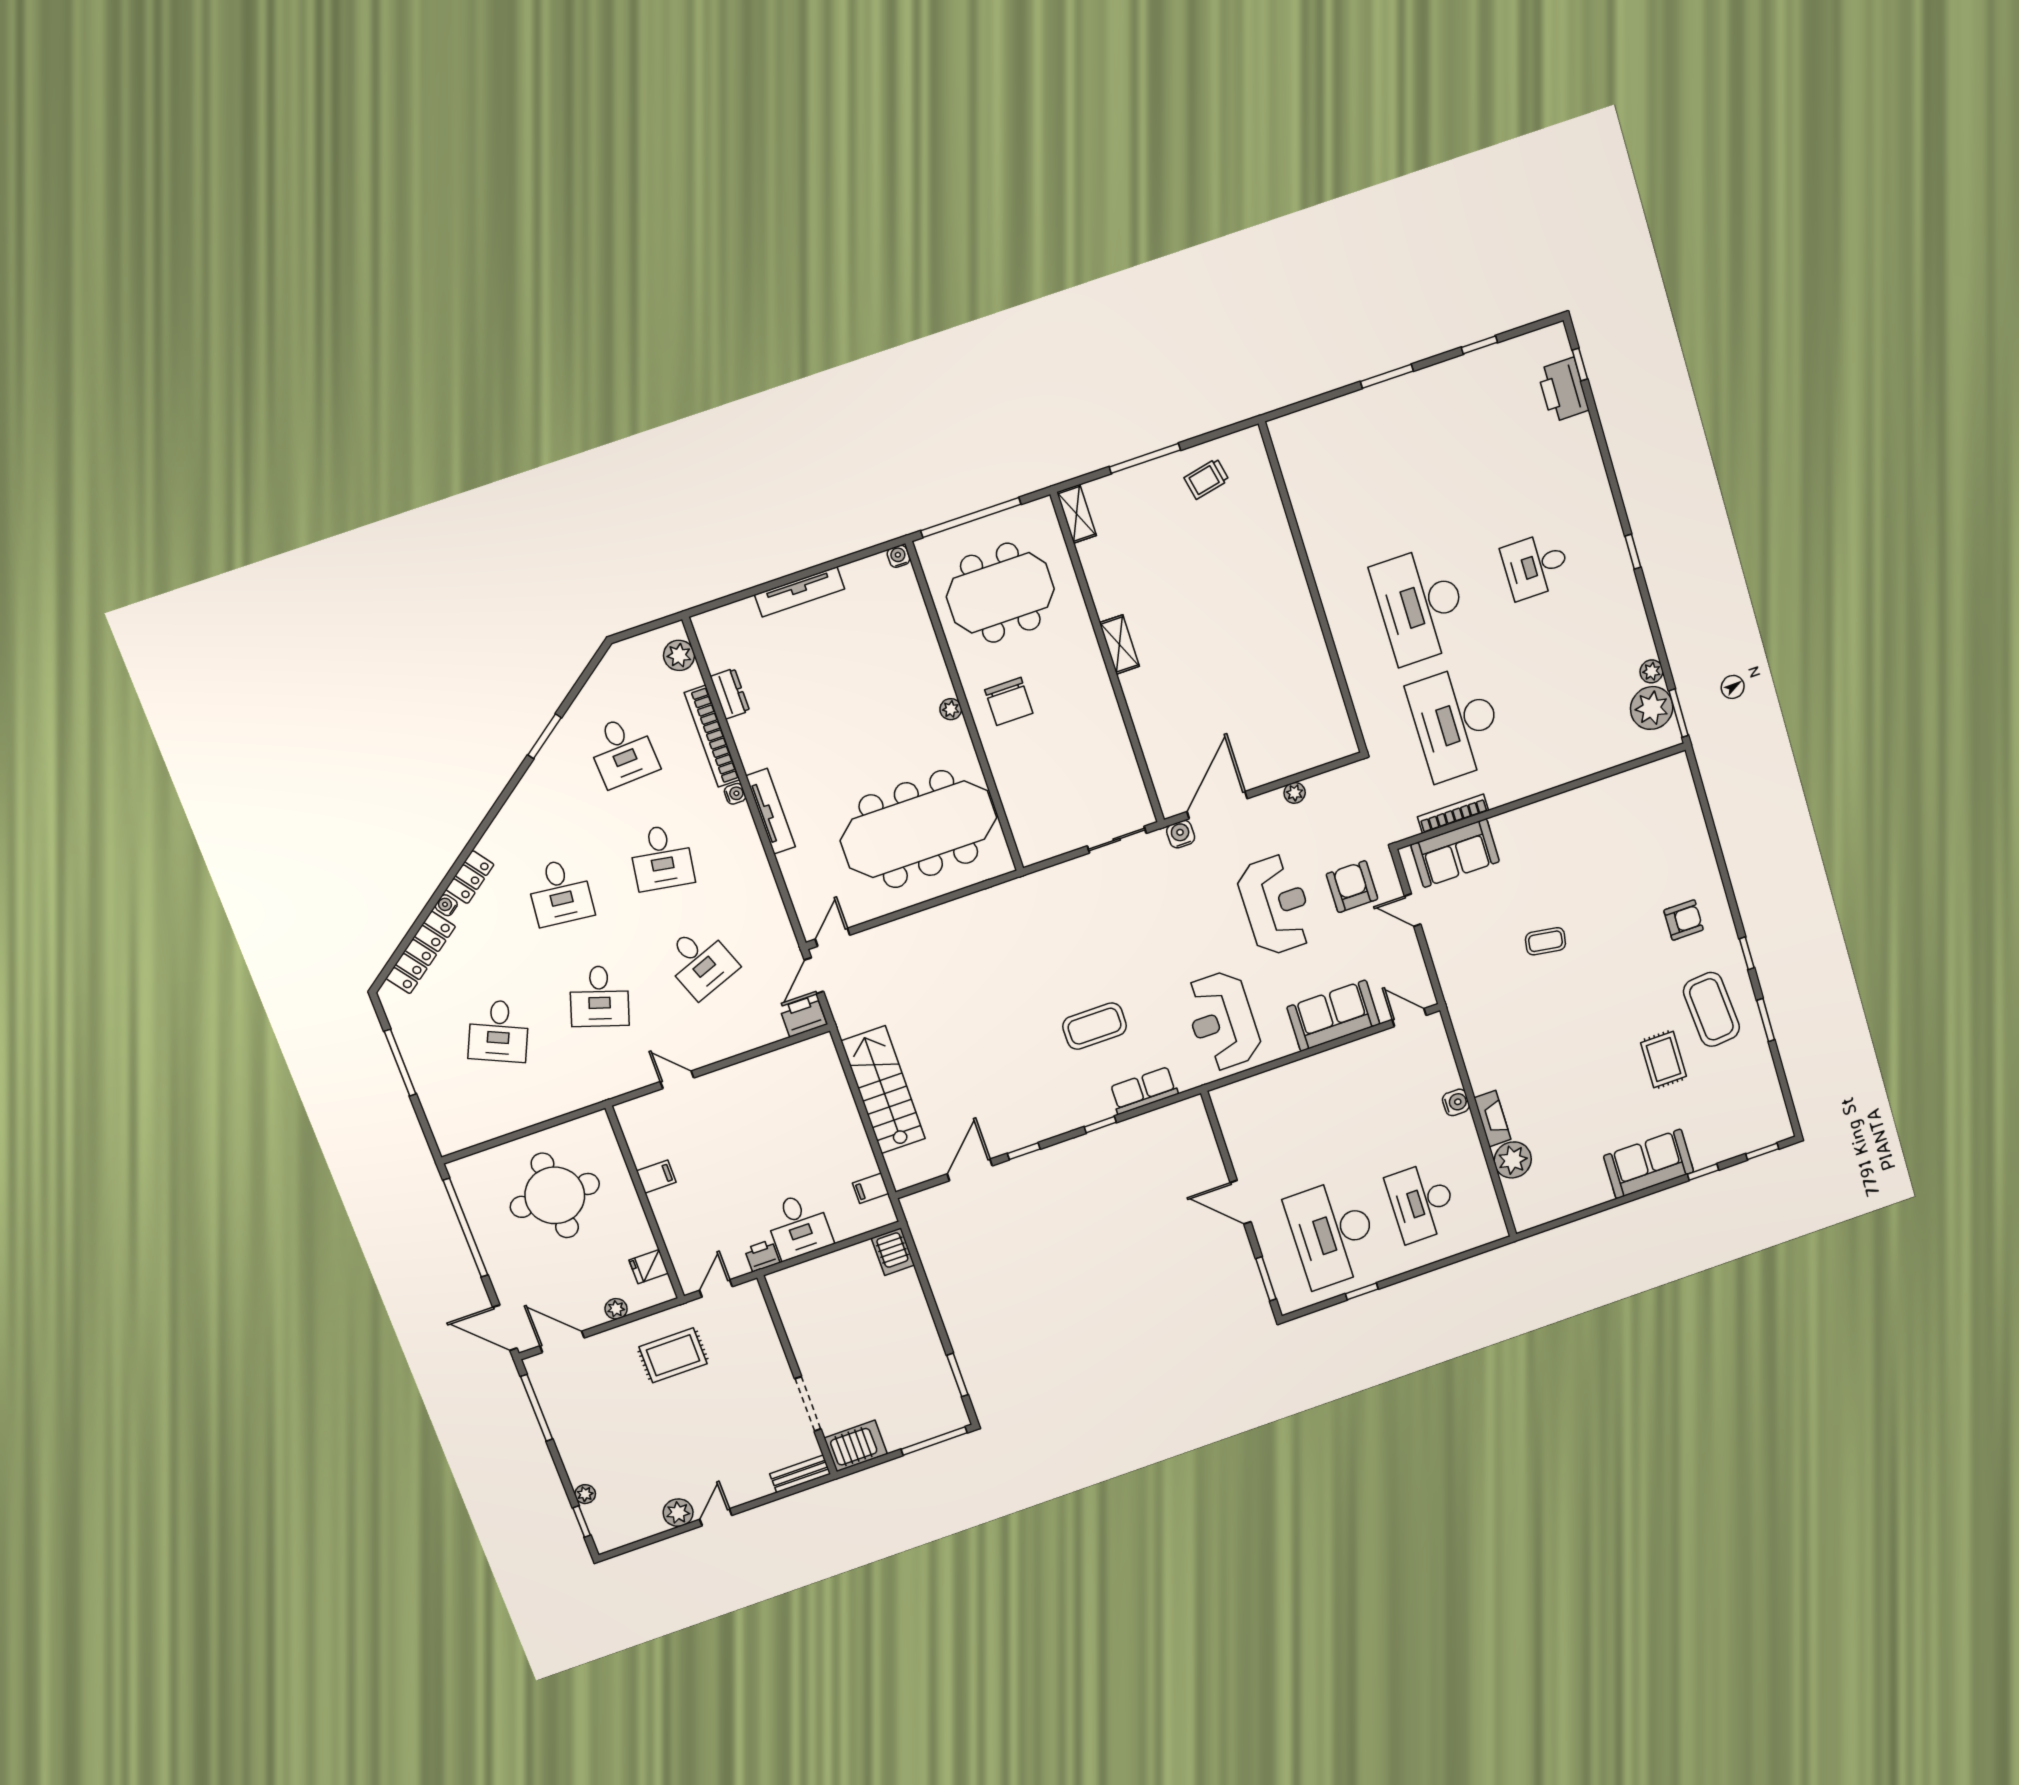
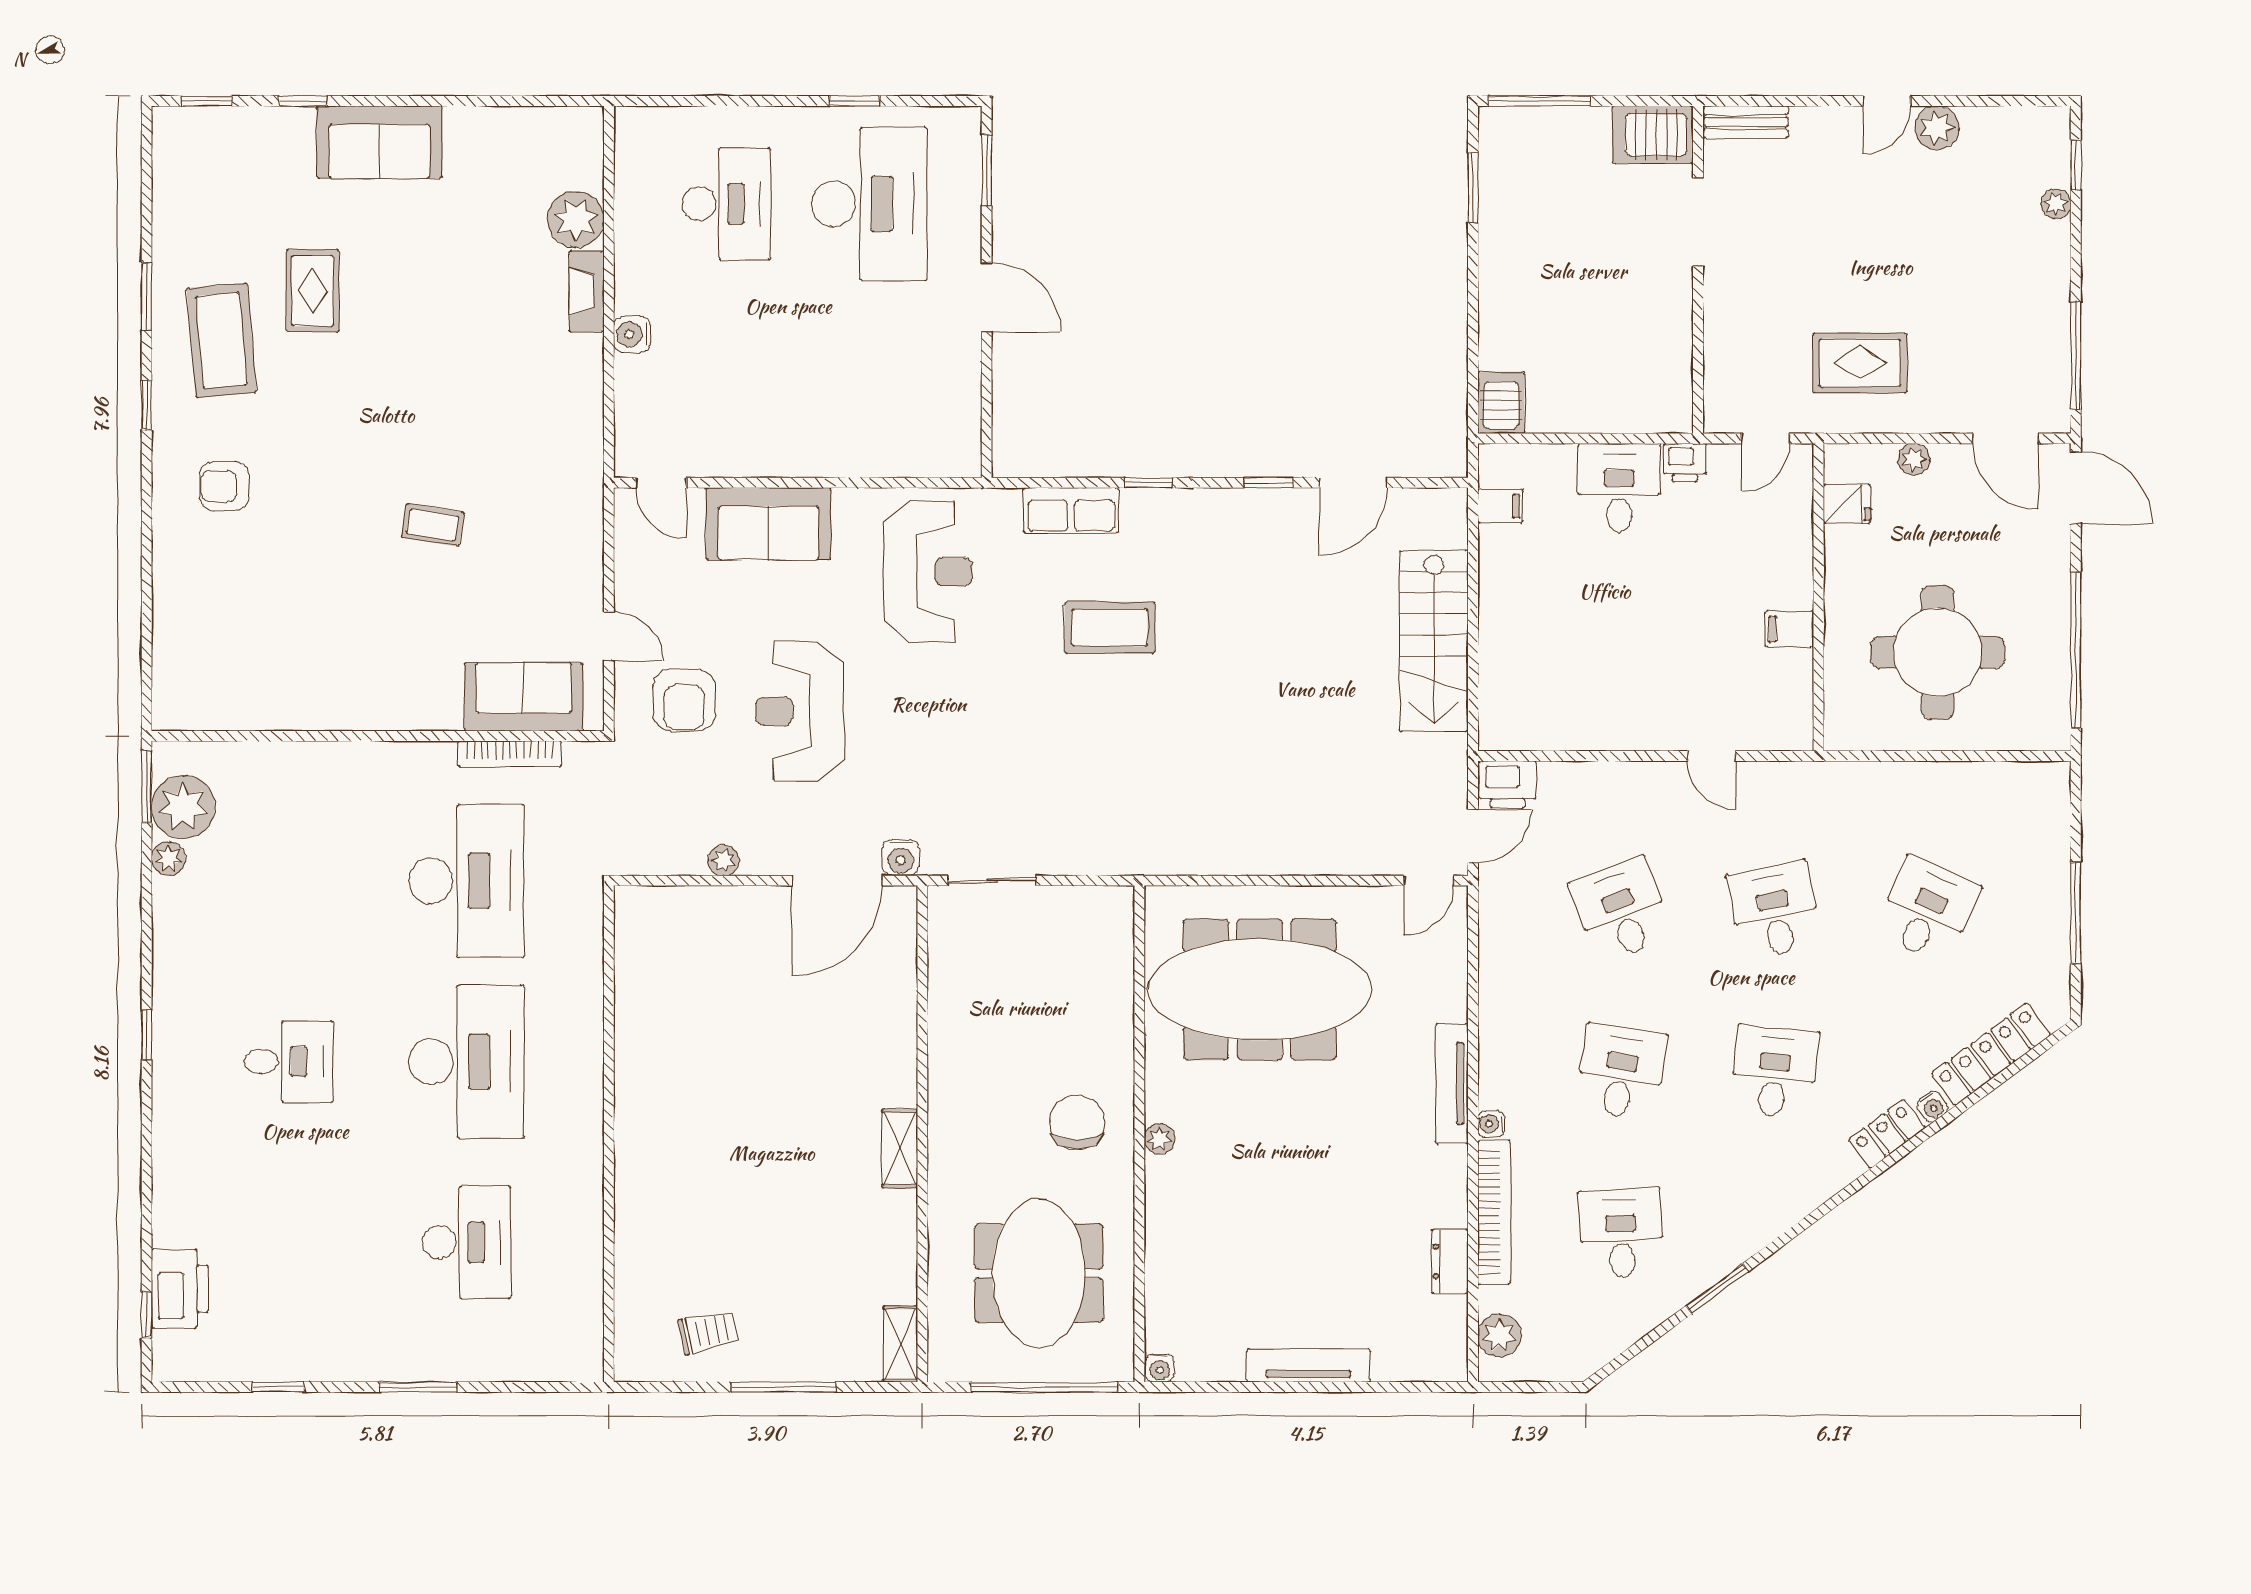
desk: (1384, 485) -> (467, 1242), added
meeting table: (1000, 593) -> (1039, 1273), turned 90
desk: (599, 996) -> (1774, 910), turned -30

